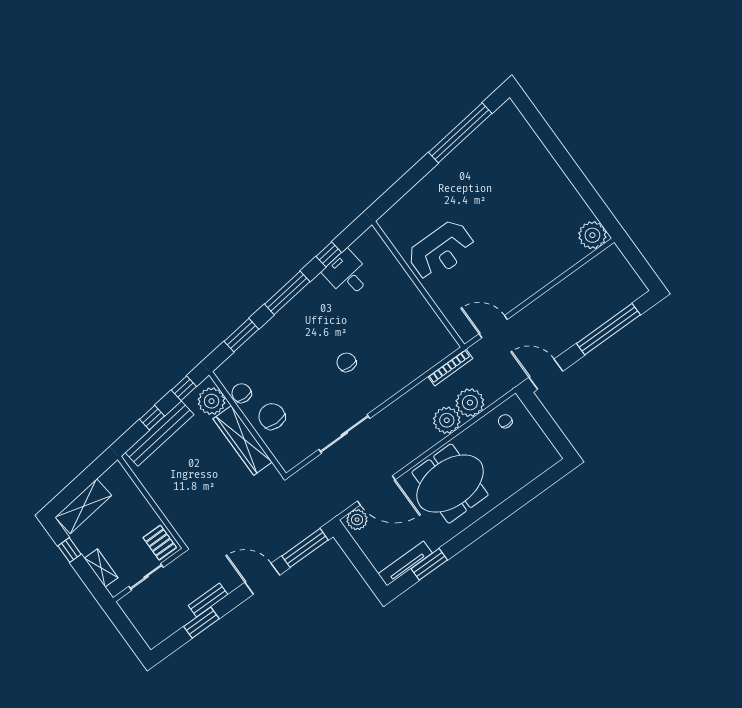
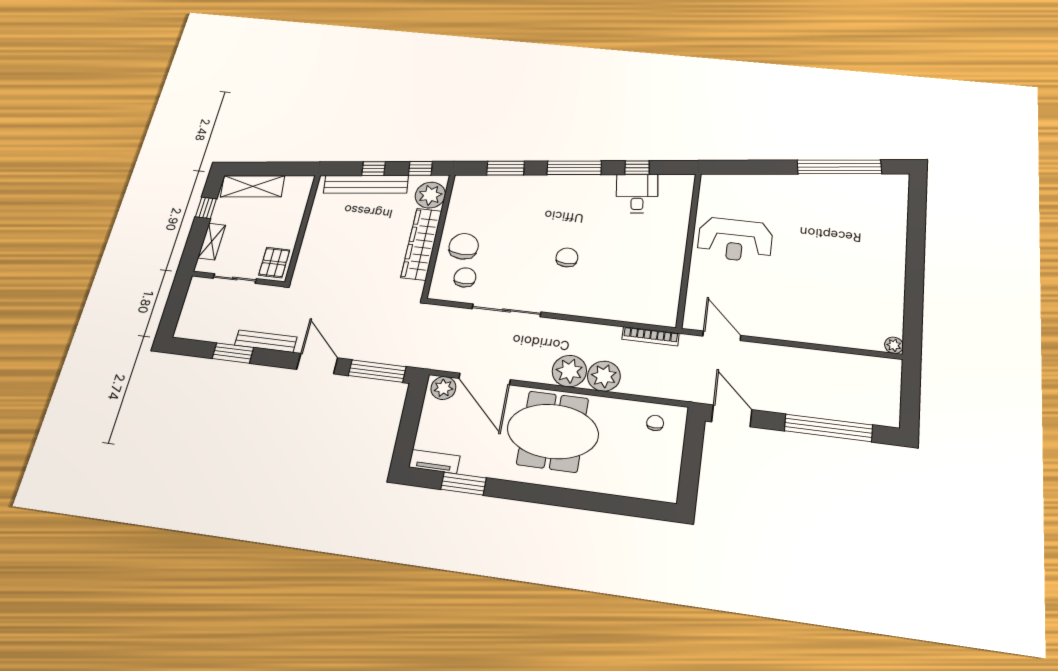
plant: (592, 235) -> (894, 345), width x0.53, depth x0.53
chair: (242, 393) -> (465, 277), moved
plant: (470, 403) -> (569, 371), moved
tv unit: (405, 563) -> (434, 462), width x0.71
bench: (208, 600) -> (266, 341), width x1.36

